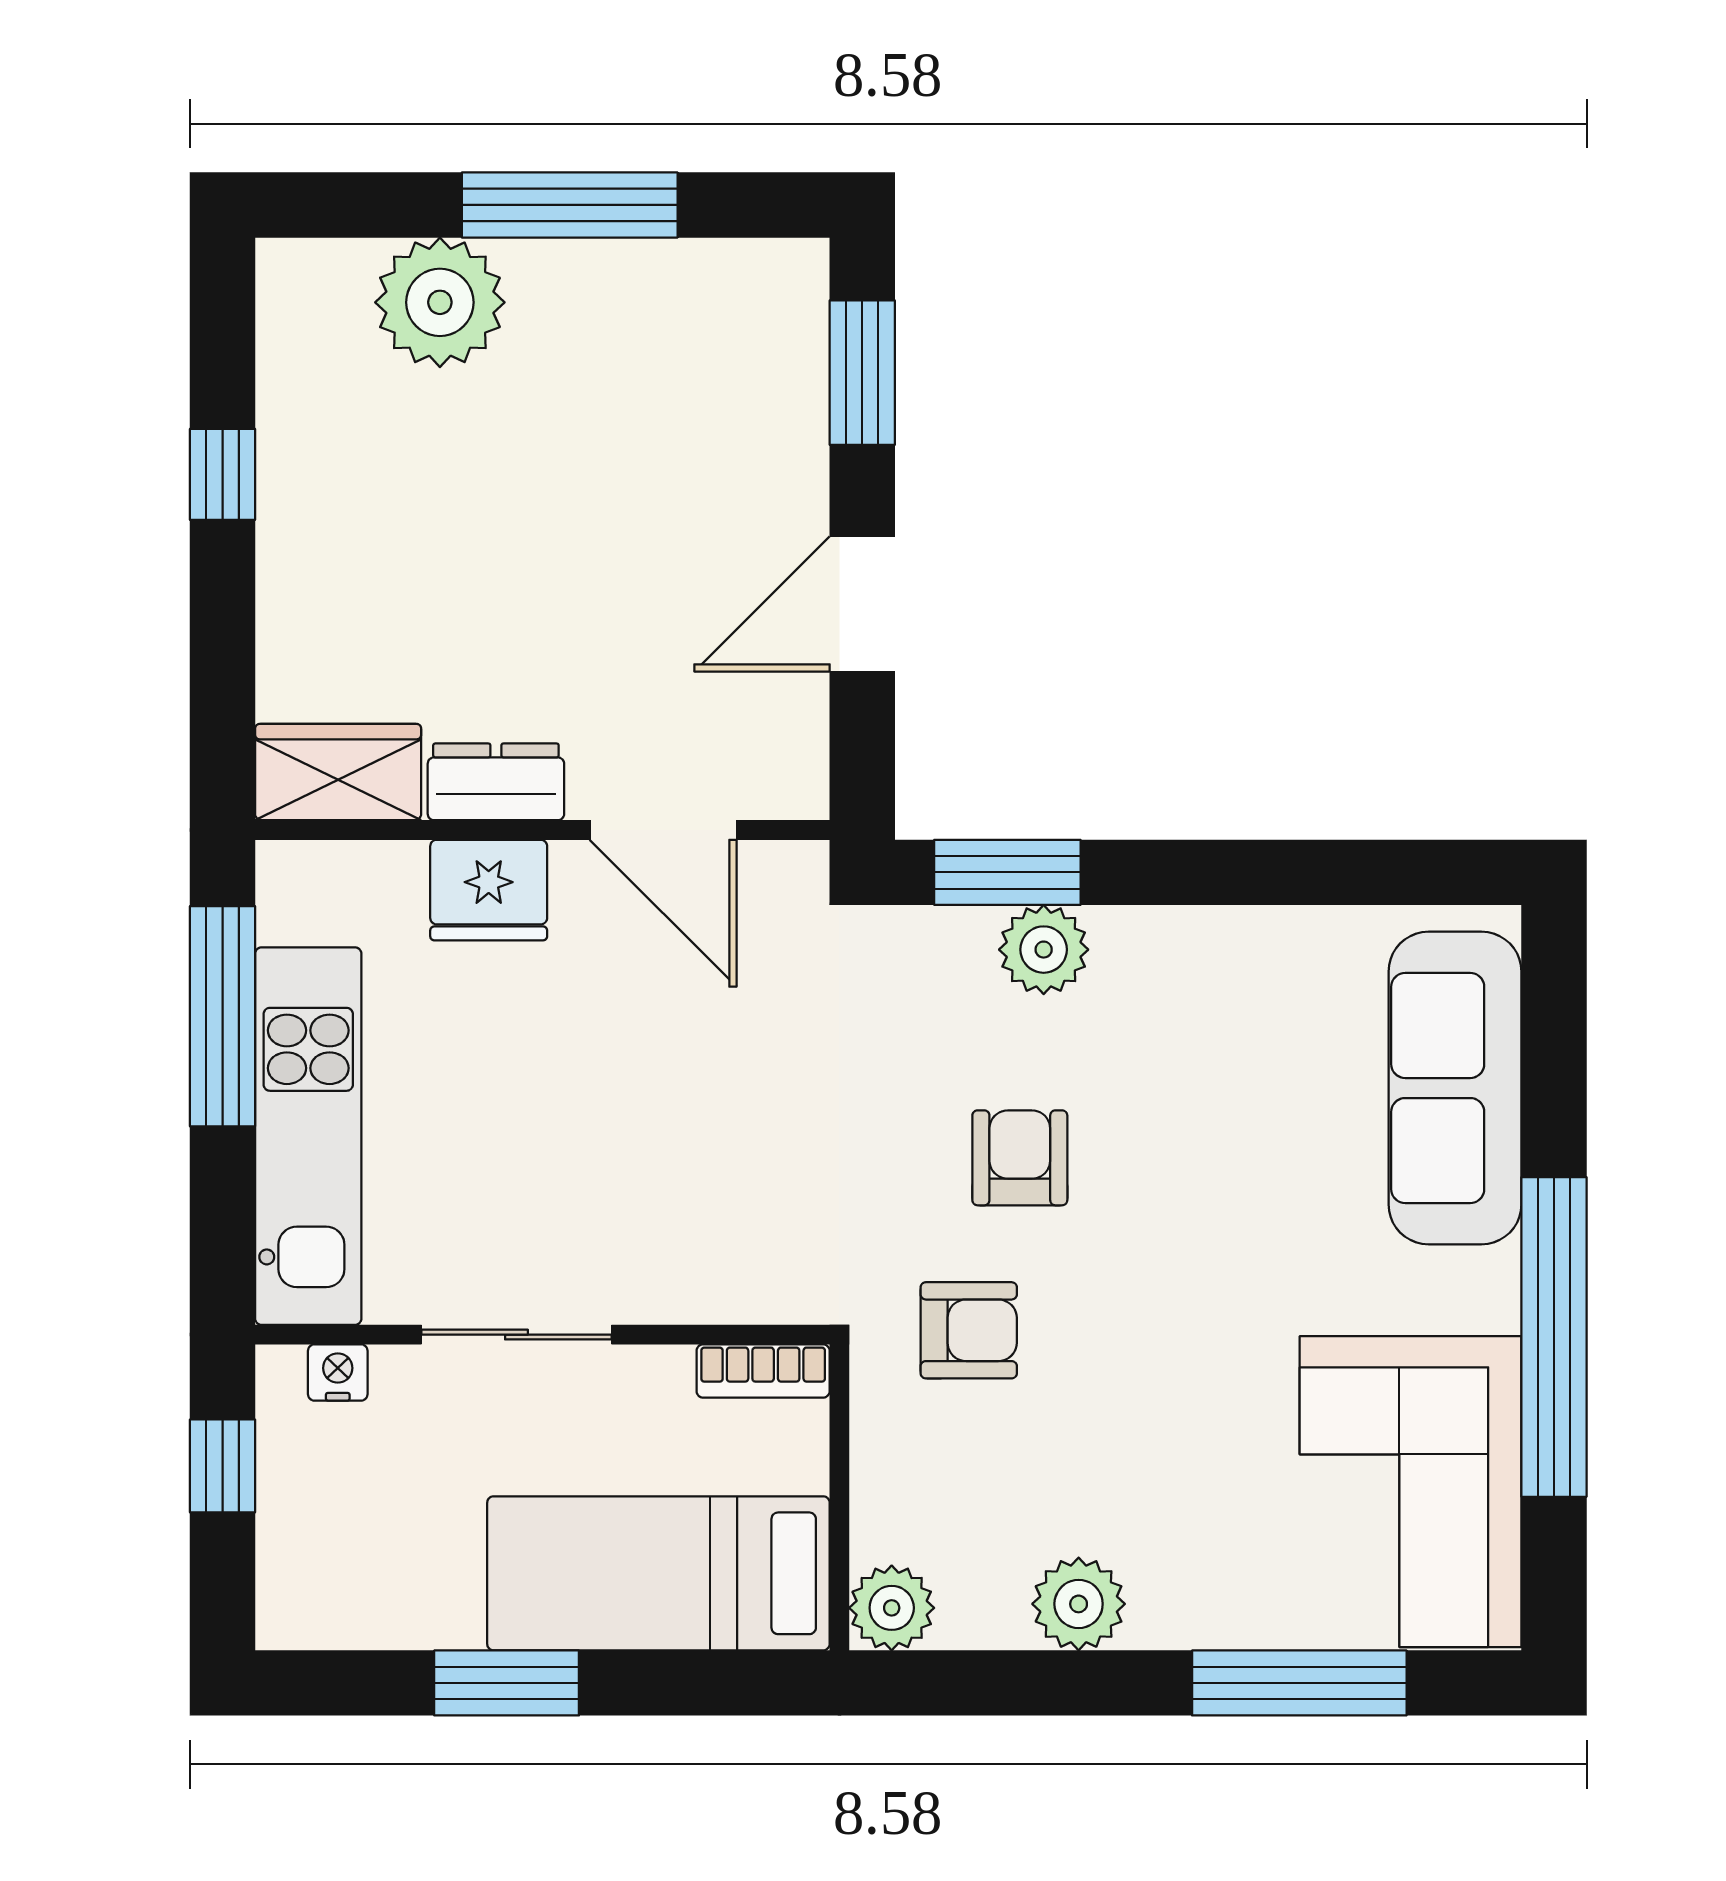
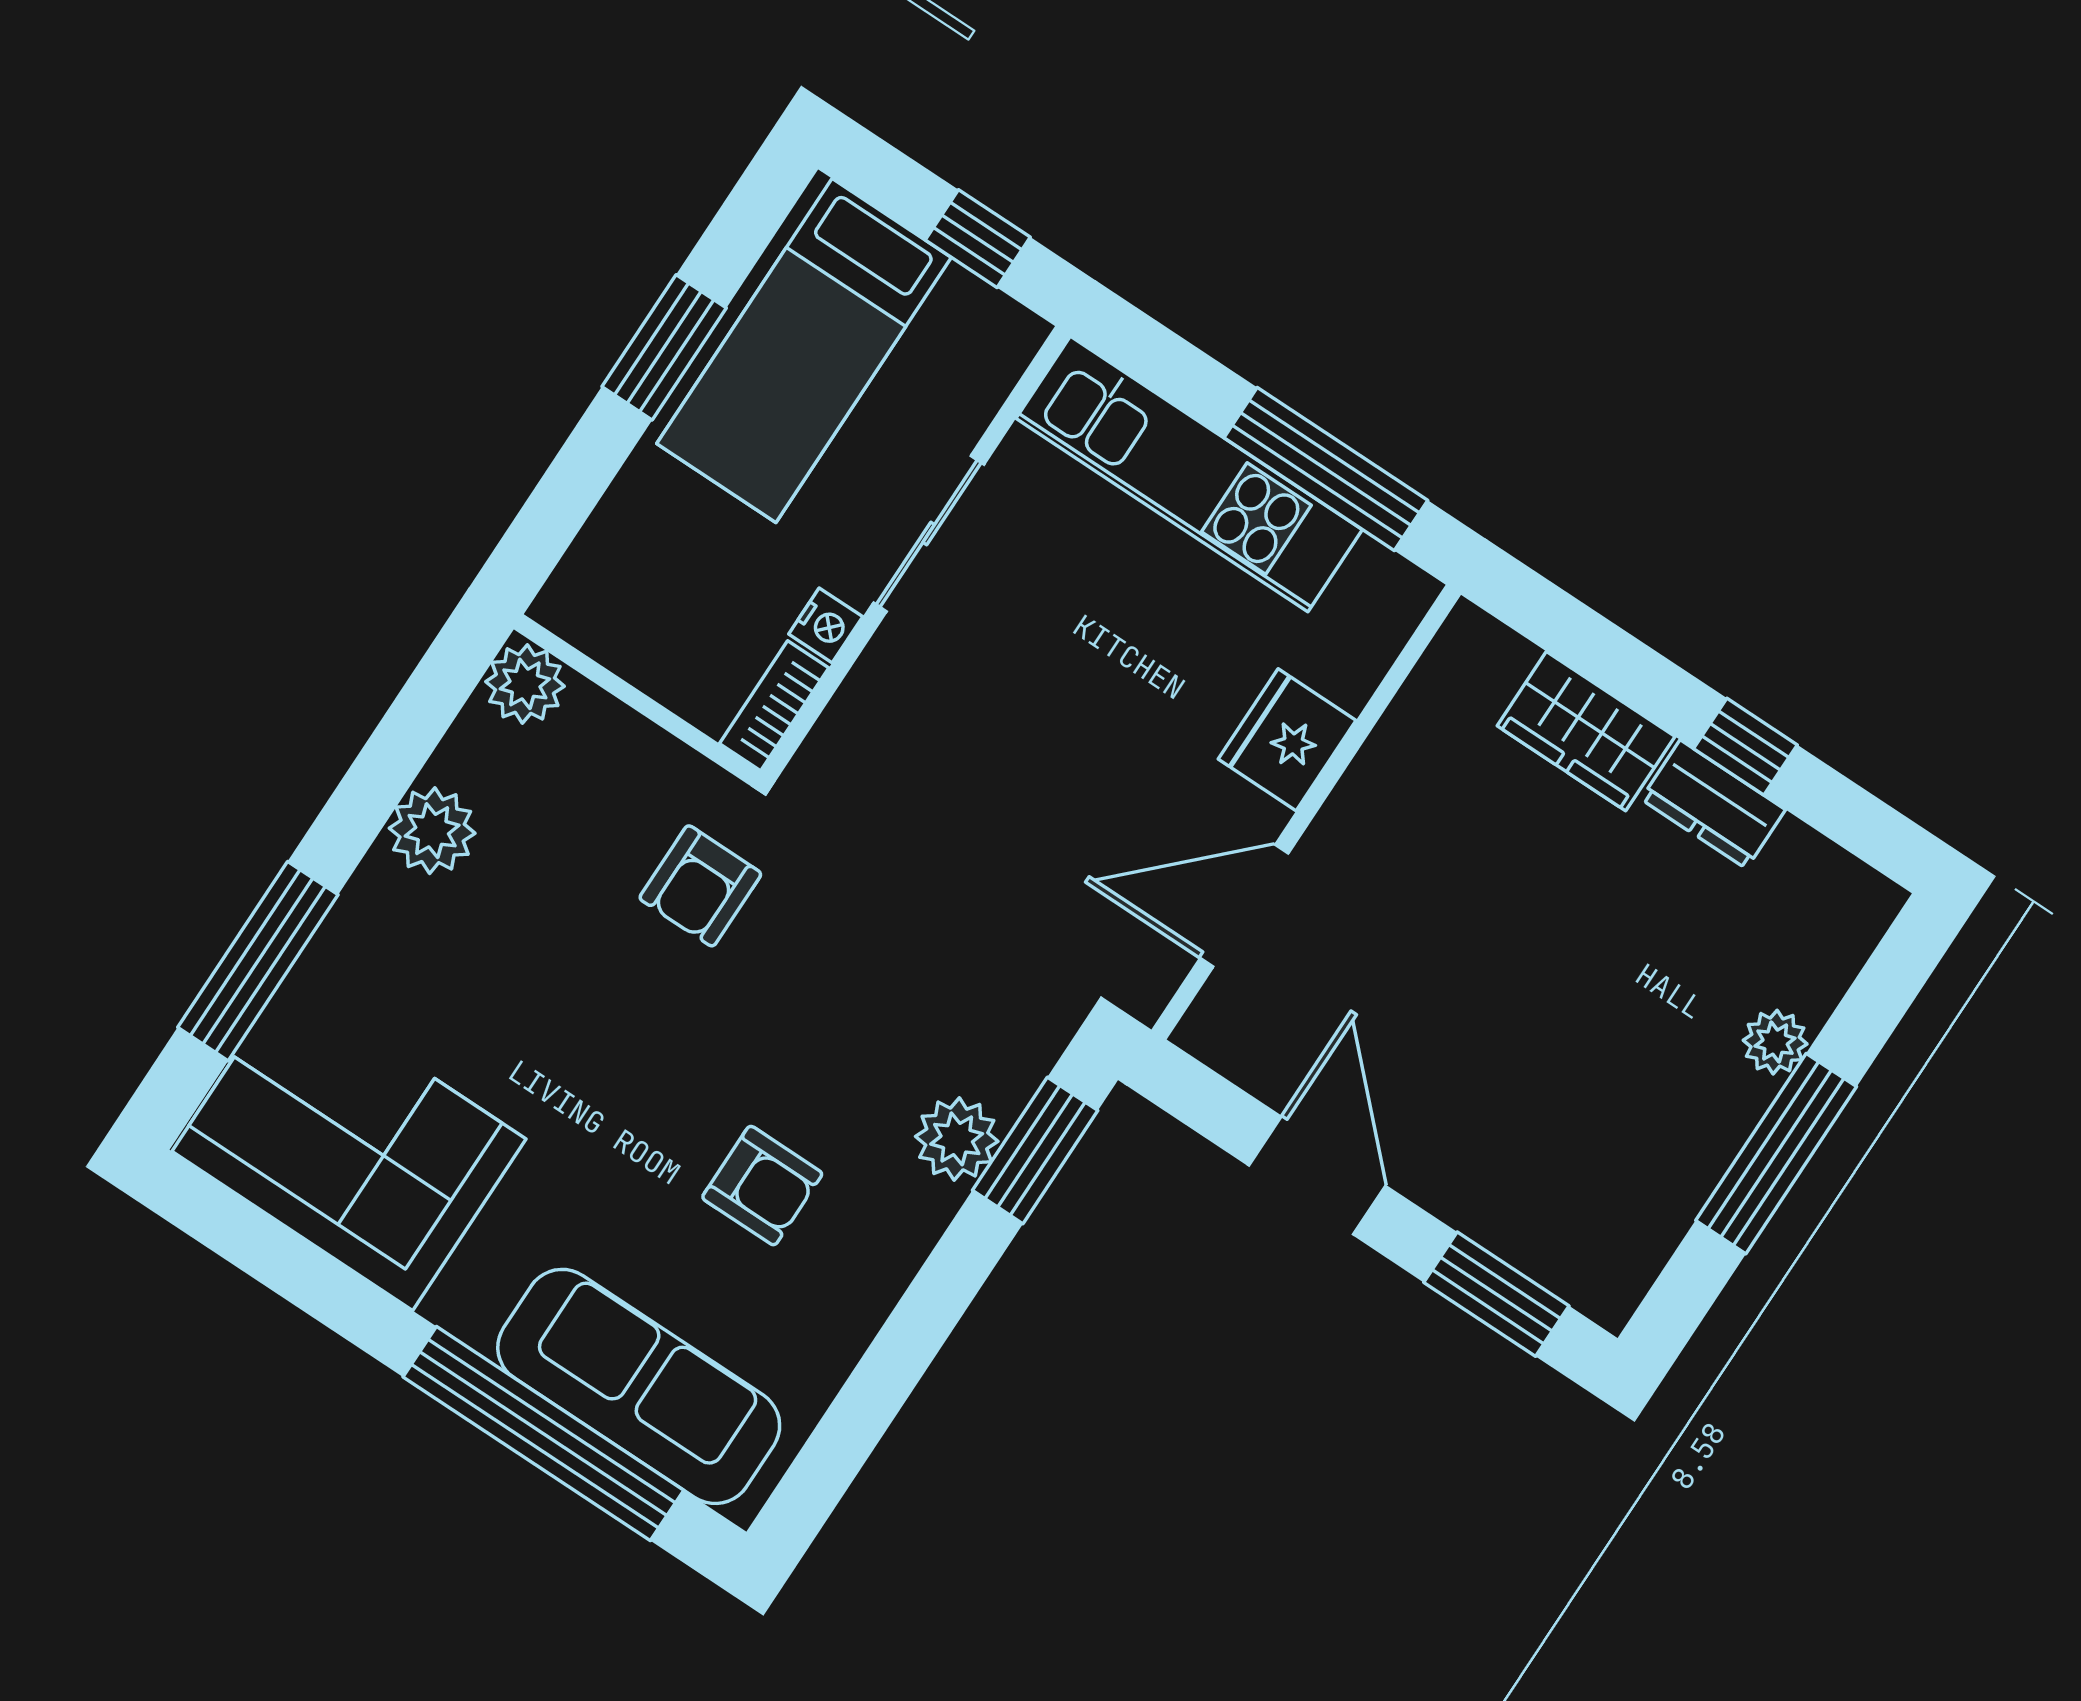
plant: (440, 302) -> (1775, 1042), width x0.53, depth x0.53
wardrobe: (338, 772) -> (1586, 731), moved, turned 90
dresser: (496, 782) -> (1713, 804), moved, turned 90
armchair: (1020, 1158) -> (762, 1186), moved
window: (1554, 1337) -> (543, 1434), moved
nightstand: (338, 1373) -> (826, 625), moved
bed: (658, 1573) -> (804, 351), moved, turned 180

